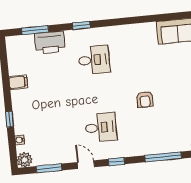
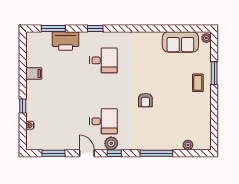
plant: (25, 160) -> (111, 143), moved

